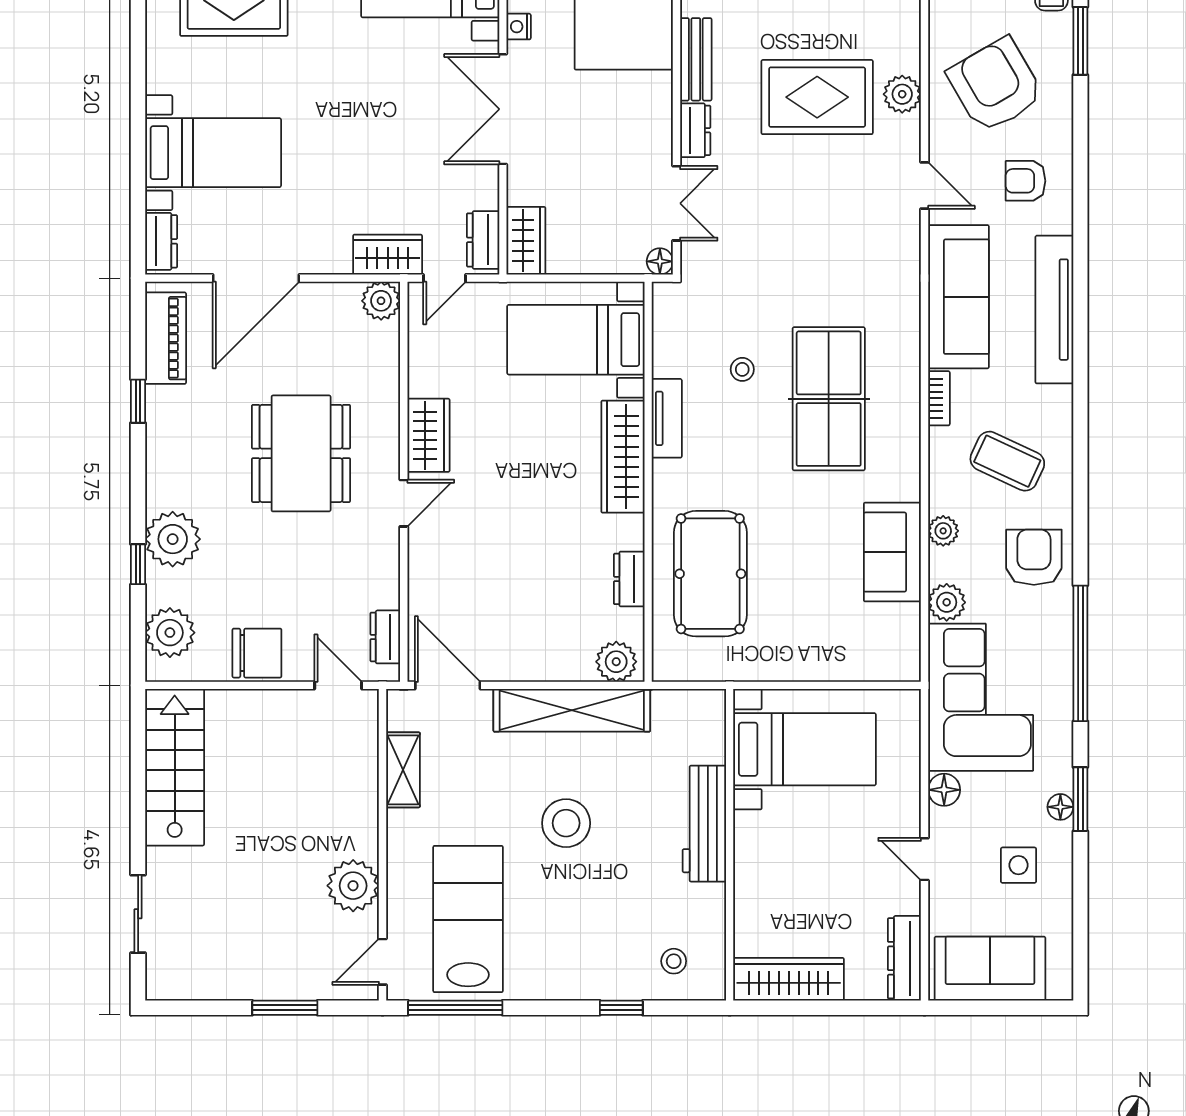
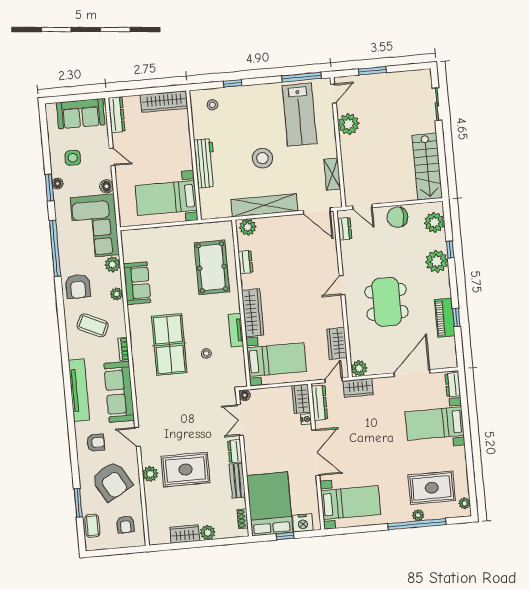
nightstand: (519, 27) -> (306, 419), moved
dresser: (483, 240) -> (319, 403), width x1.44
piano: (166, 338) -> (445, 318), moved
wardrobe: (428, 435) -> (337, 343), moved

